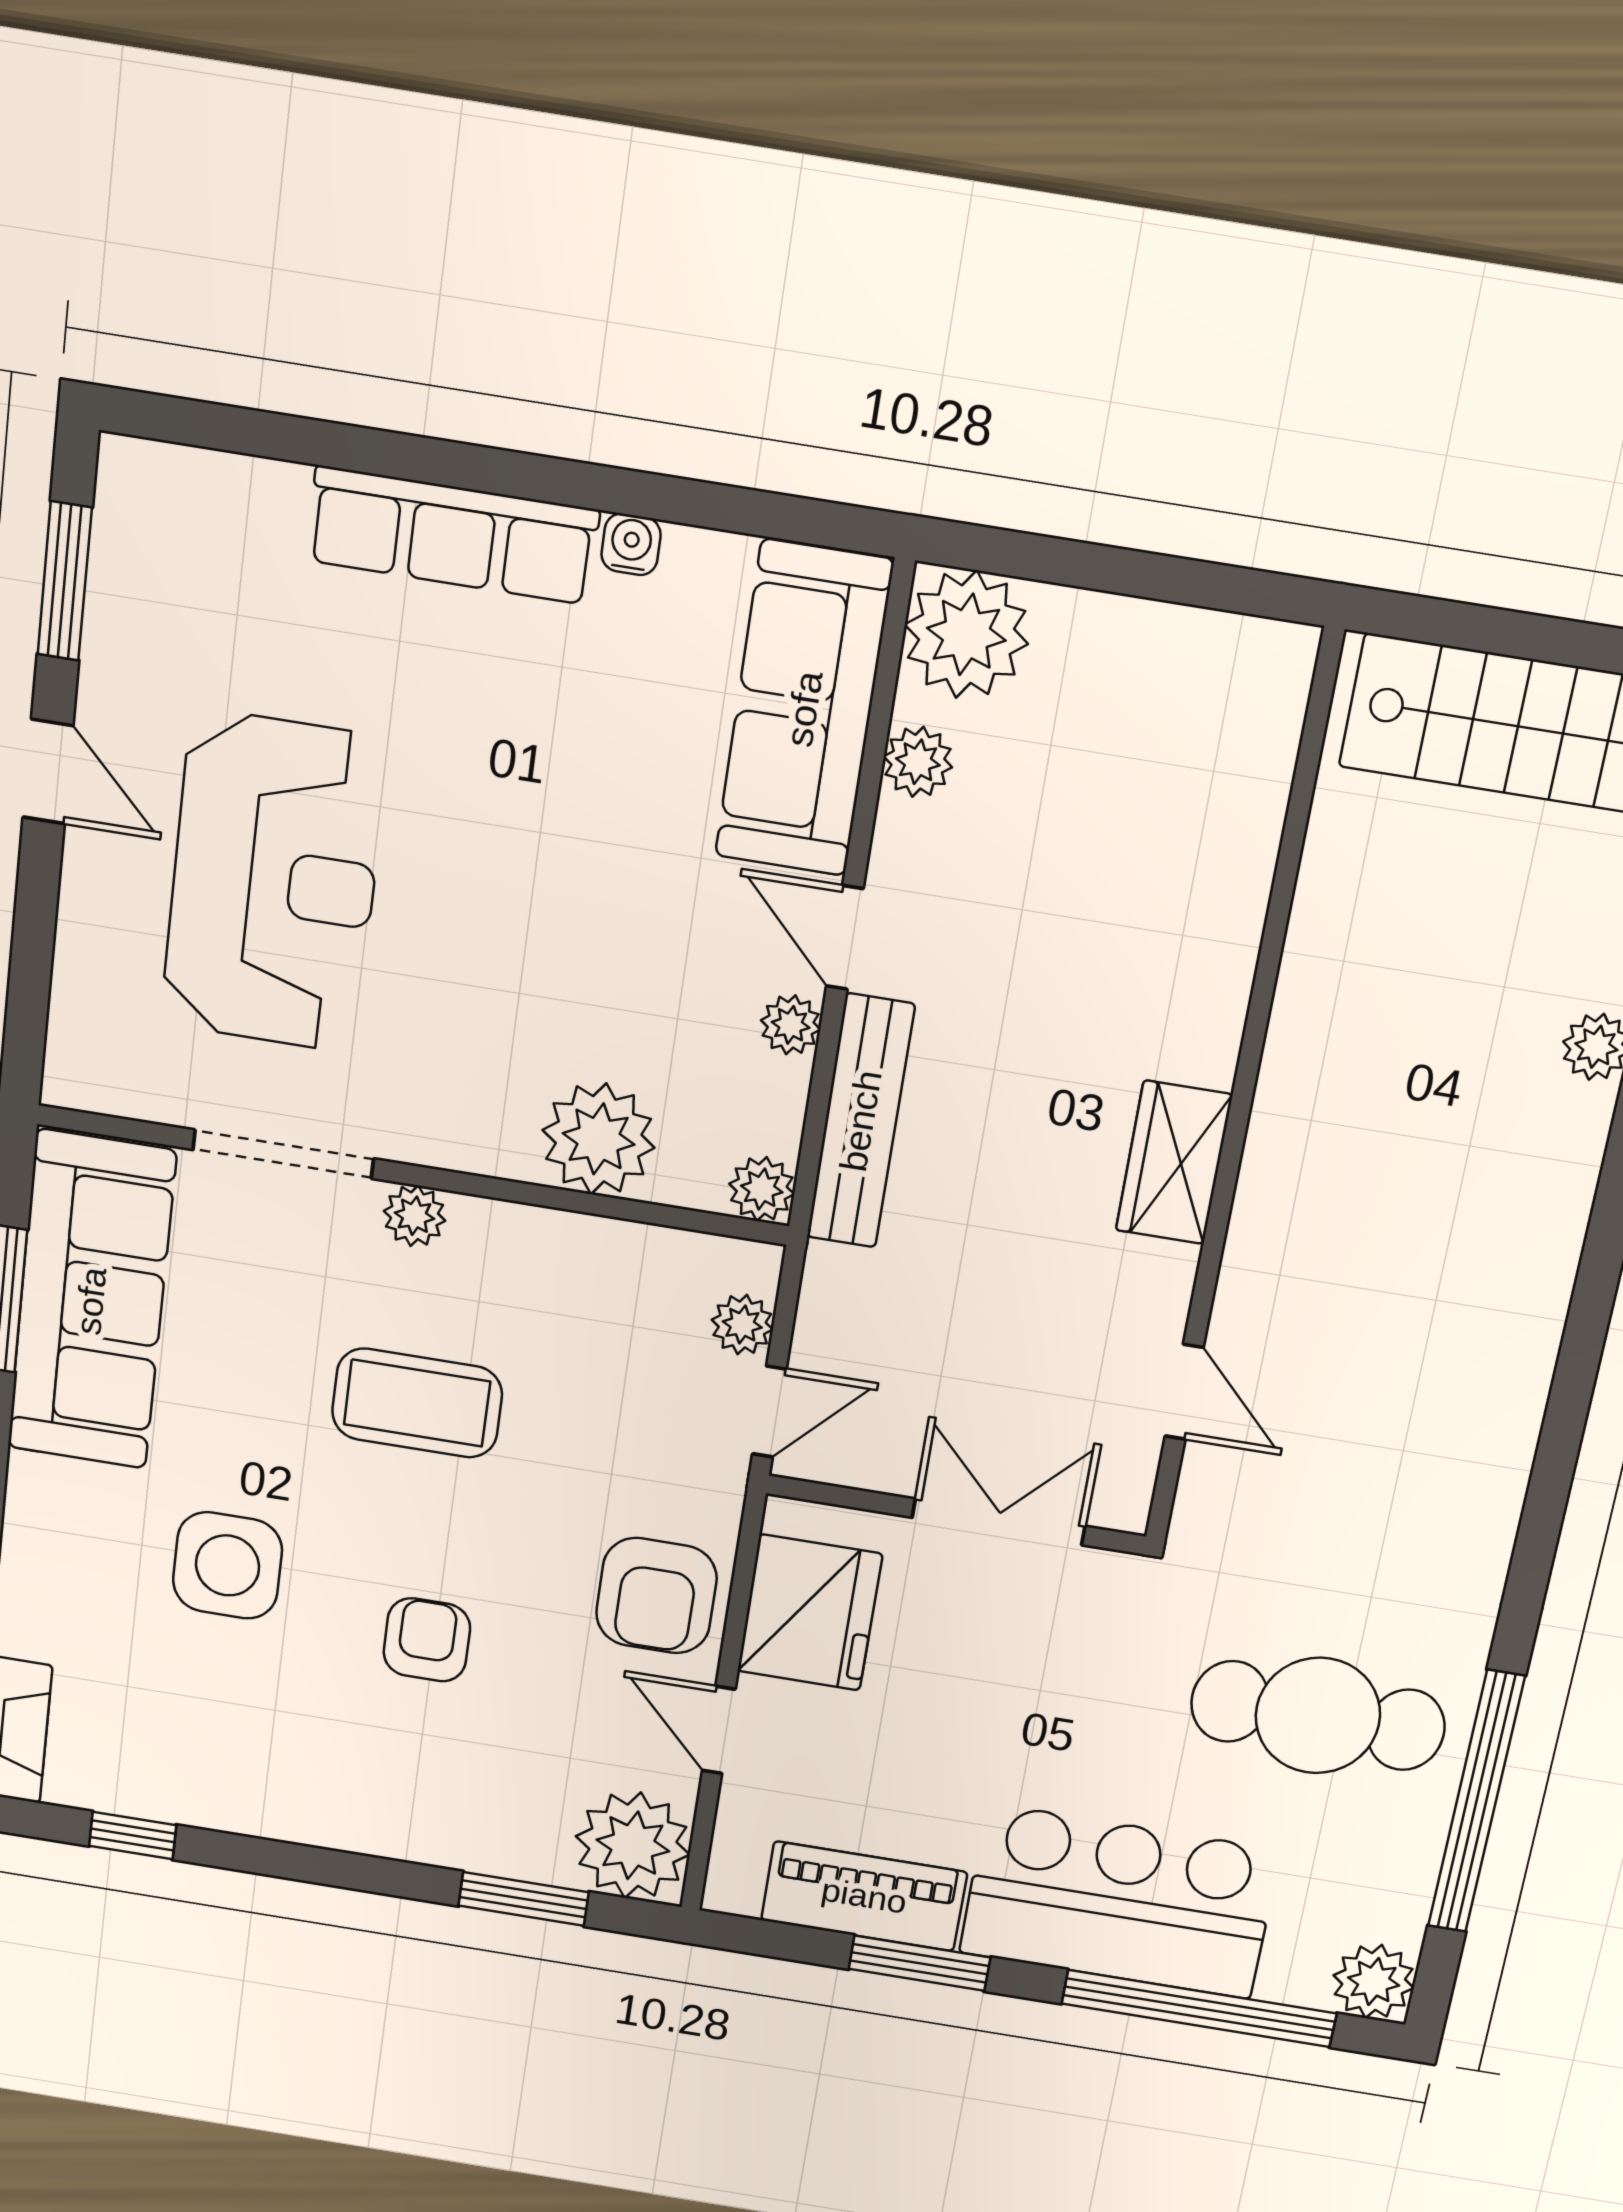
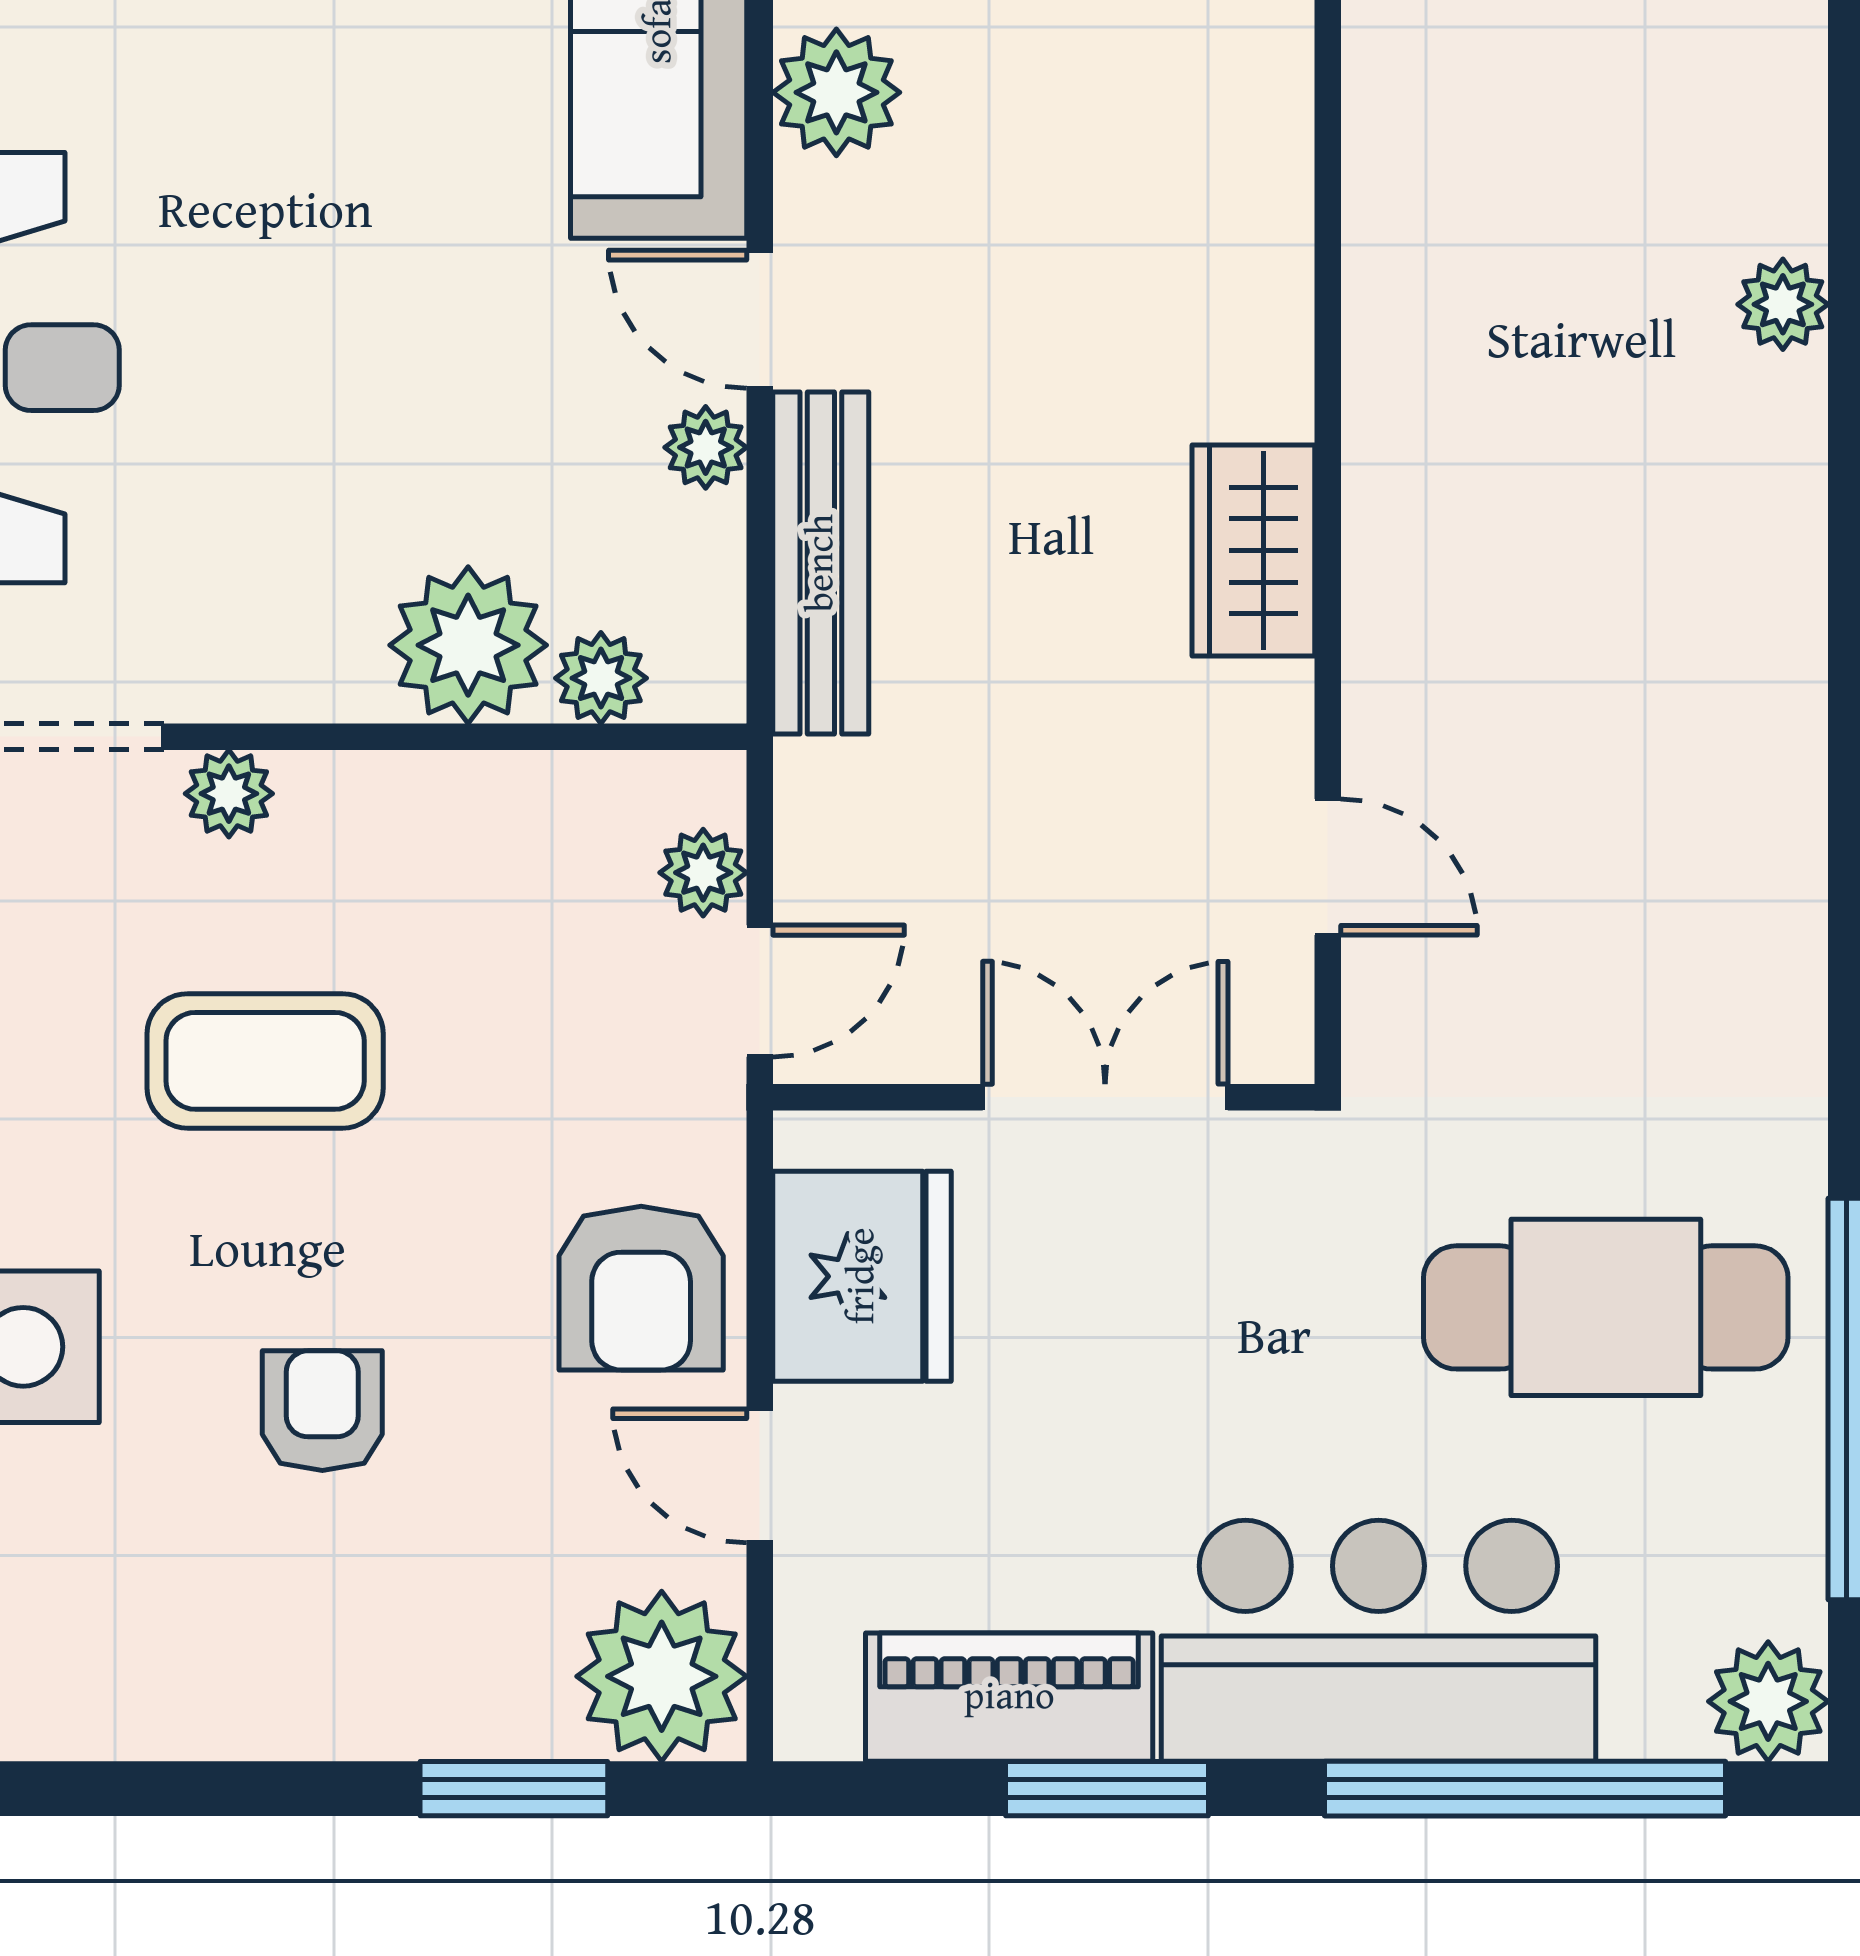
plant: (918, 762) -> (836, 92), width x1.38, depth x1.38
plant: (762, 1189) -> (601, 678), moved

